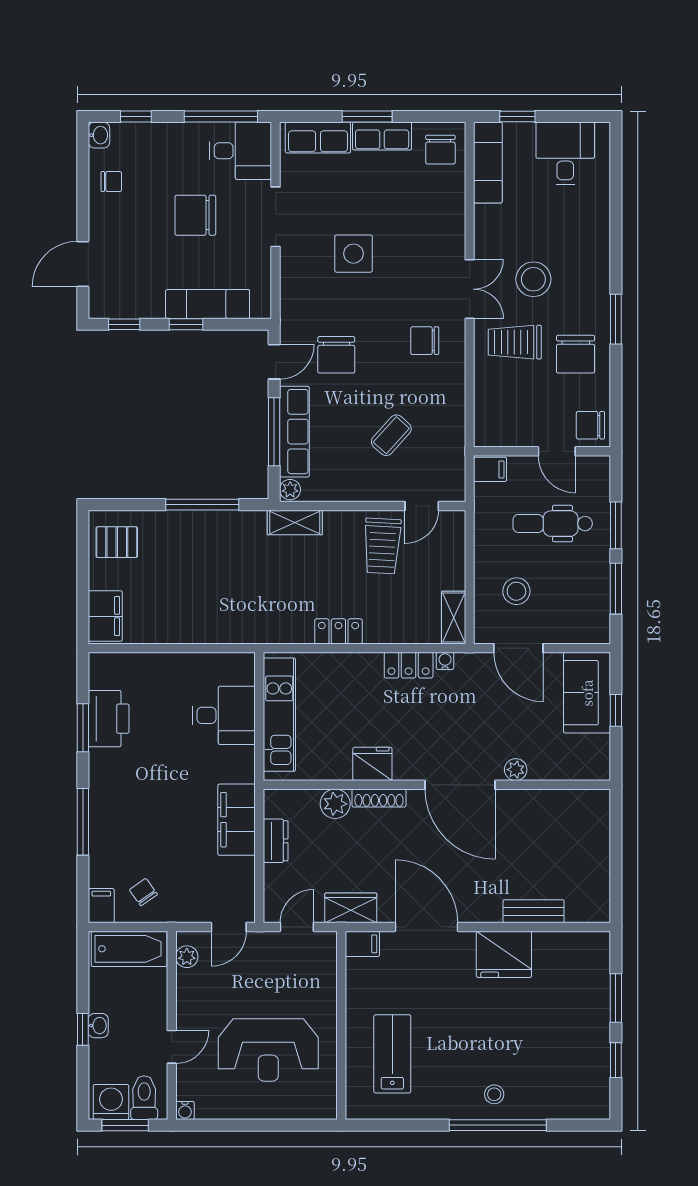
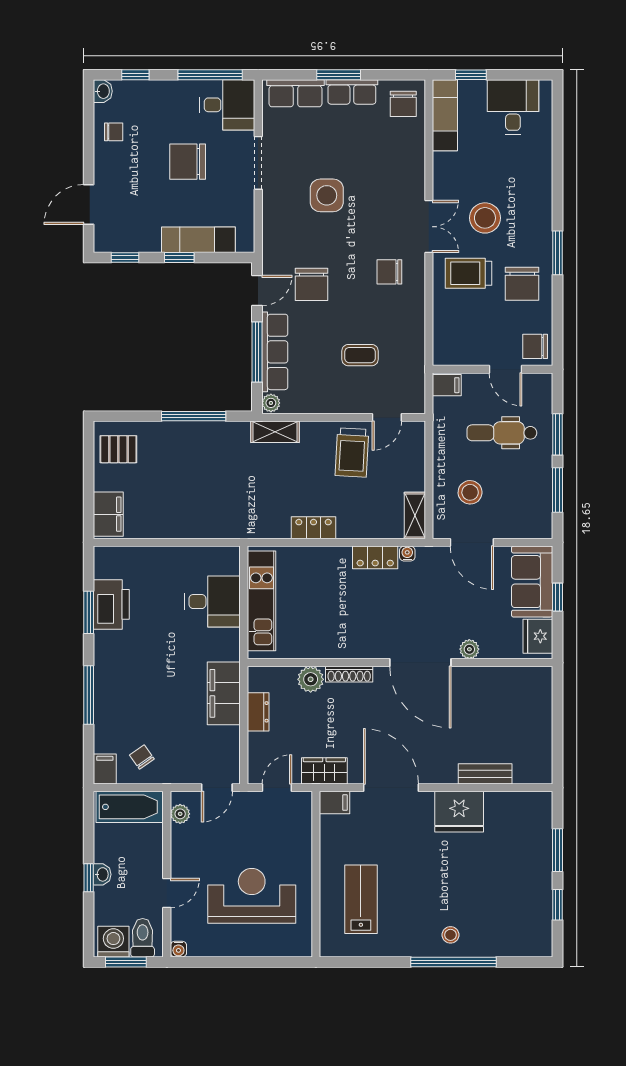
coffee table: (391, 435) -> (360, 355), turned 48
fridge: (372, 764) -> (538, 636), moved, turned -90
reception desk: (268, 1050) -> (252, 896), turned 180

